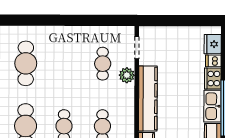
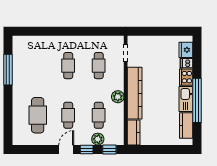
cafe table: (26, 63) -> (68, 66), moved, width x0.73, depth x0.74
plant: (127, 75) -> (118, 97), moved

